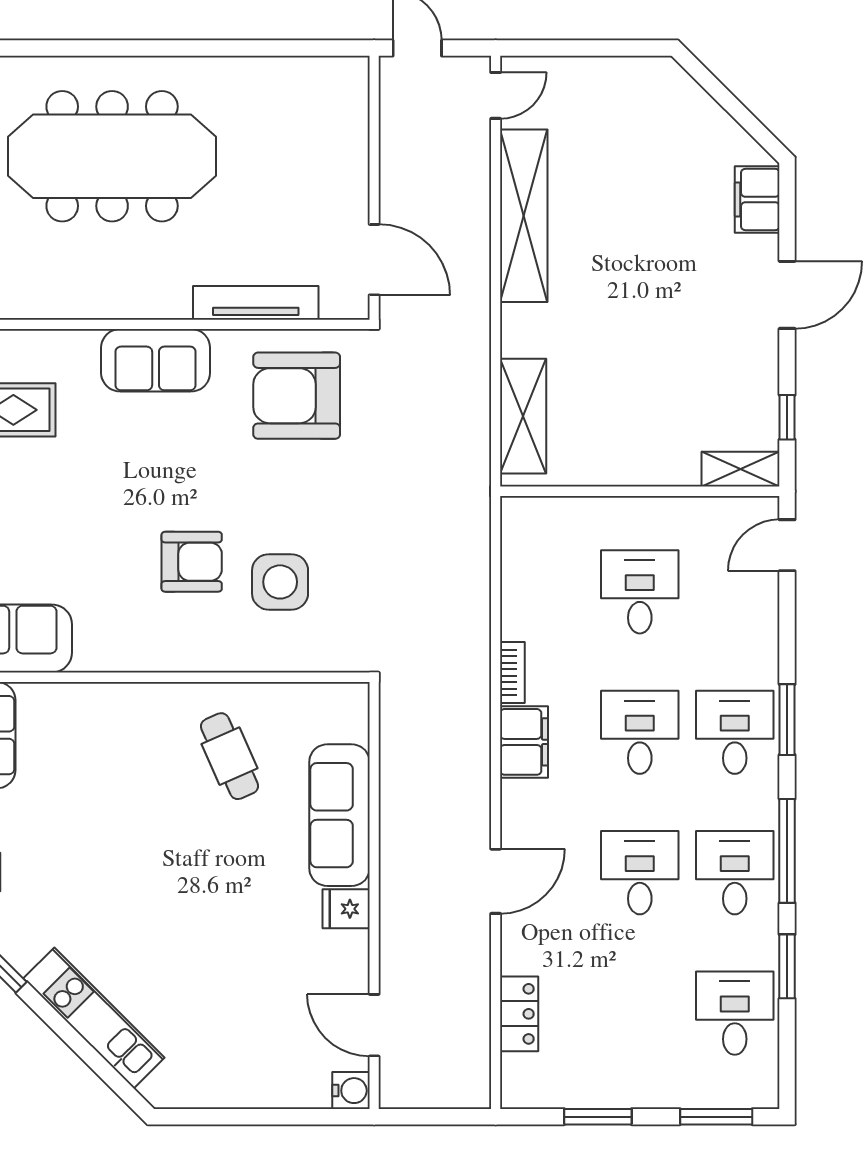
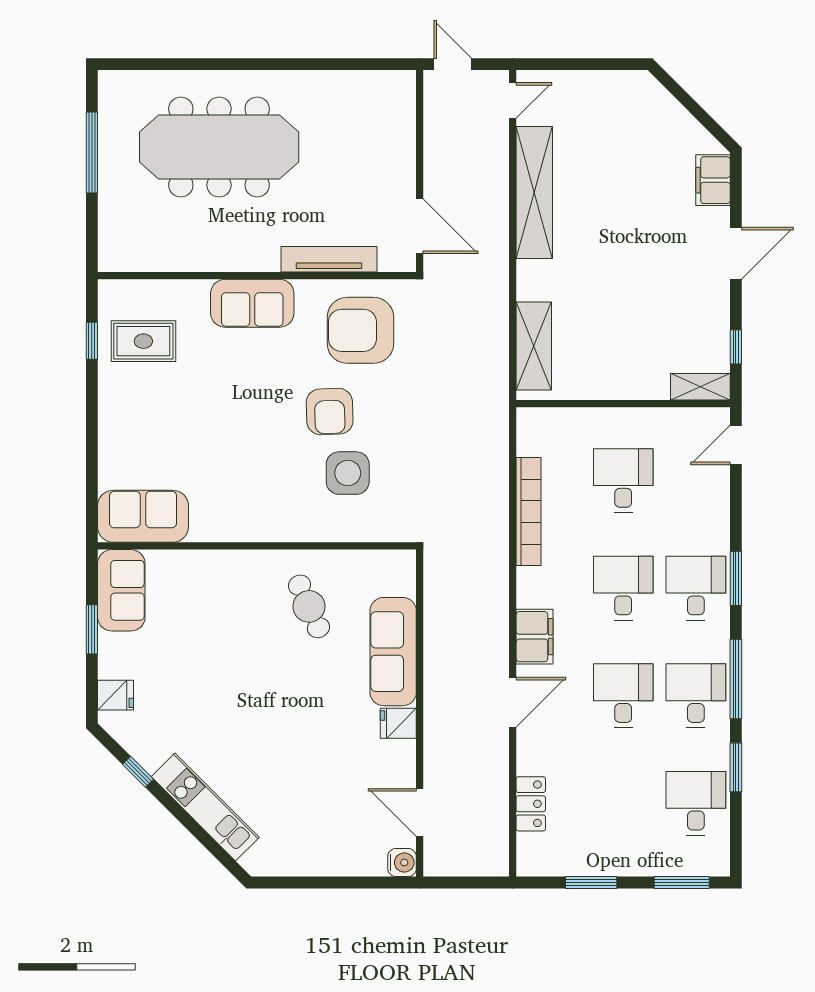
armchair: (192, 562) -> (330, 412), moved, turned 88
bookcase: (512, 672) -> (528, 512), width x2.31, depth x1.31
filing cabinet: (524, 742) -> (535, 637), moved

